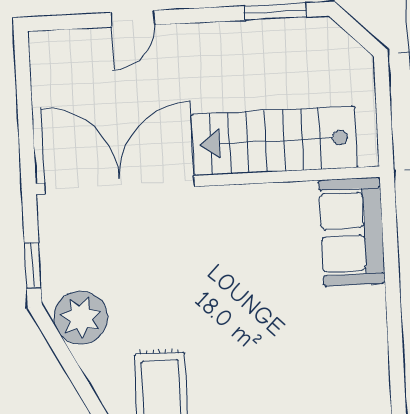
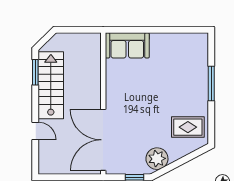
stairs: (275, 141) -> (51, 85), moved, turned 180

